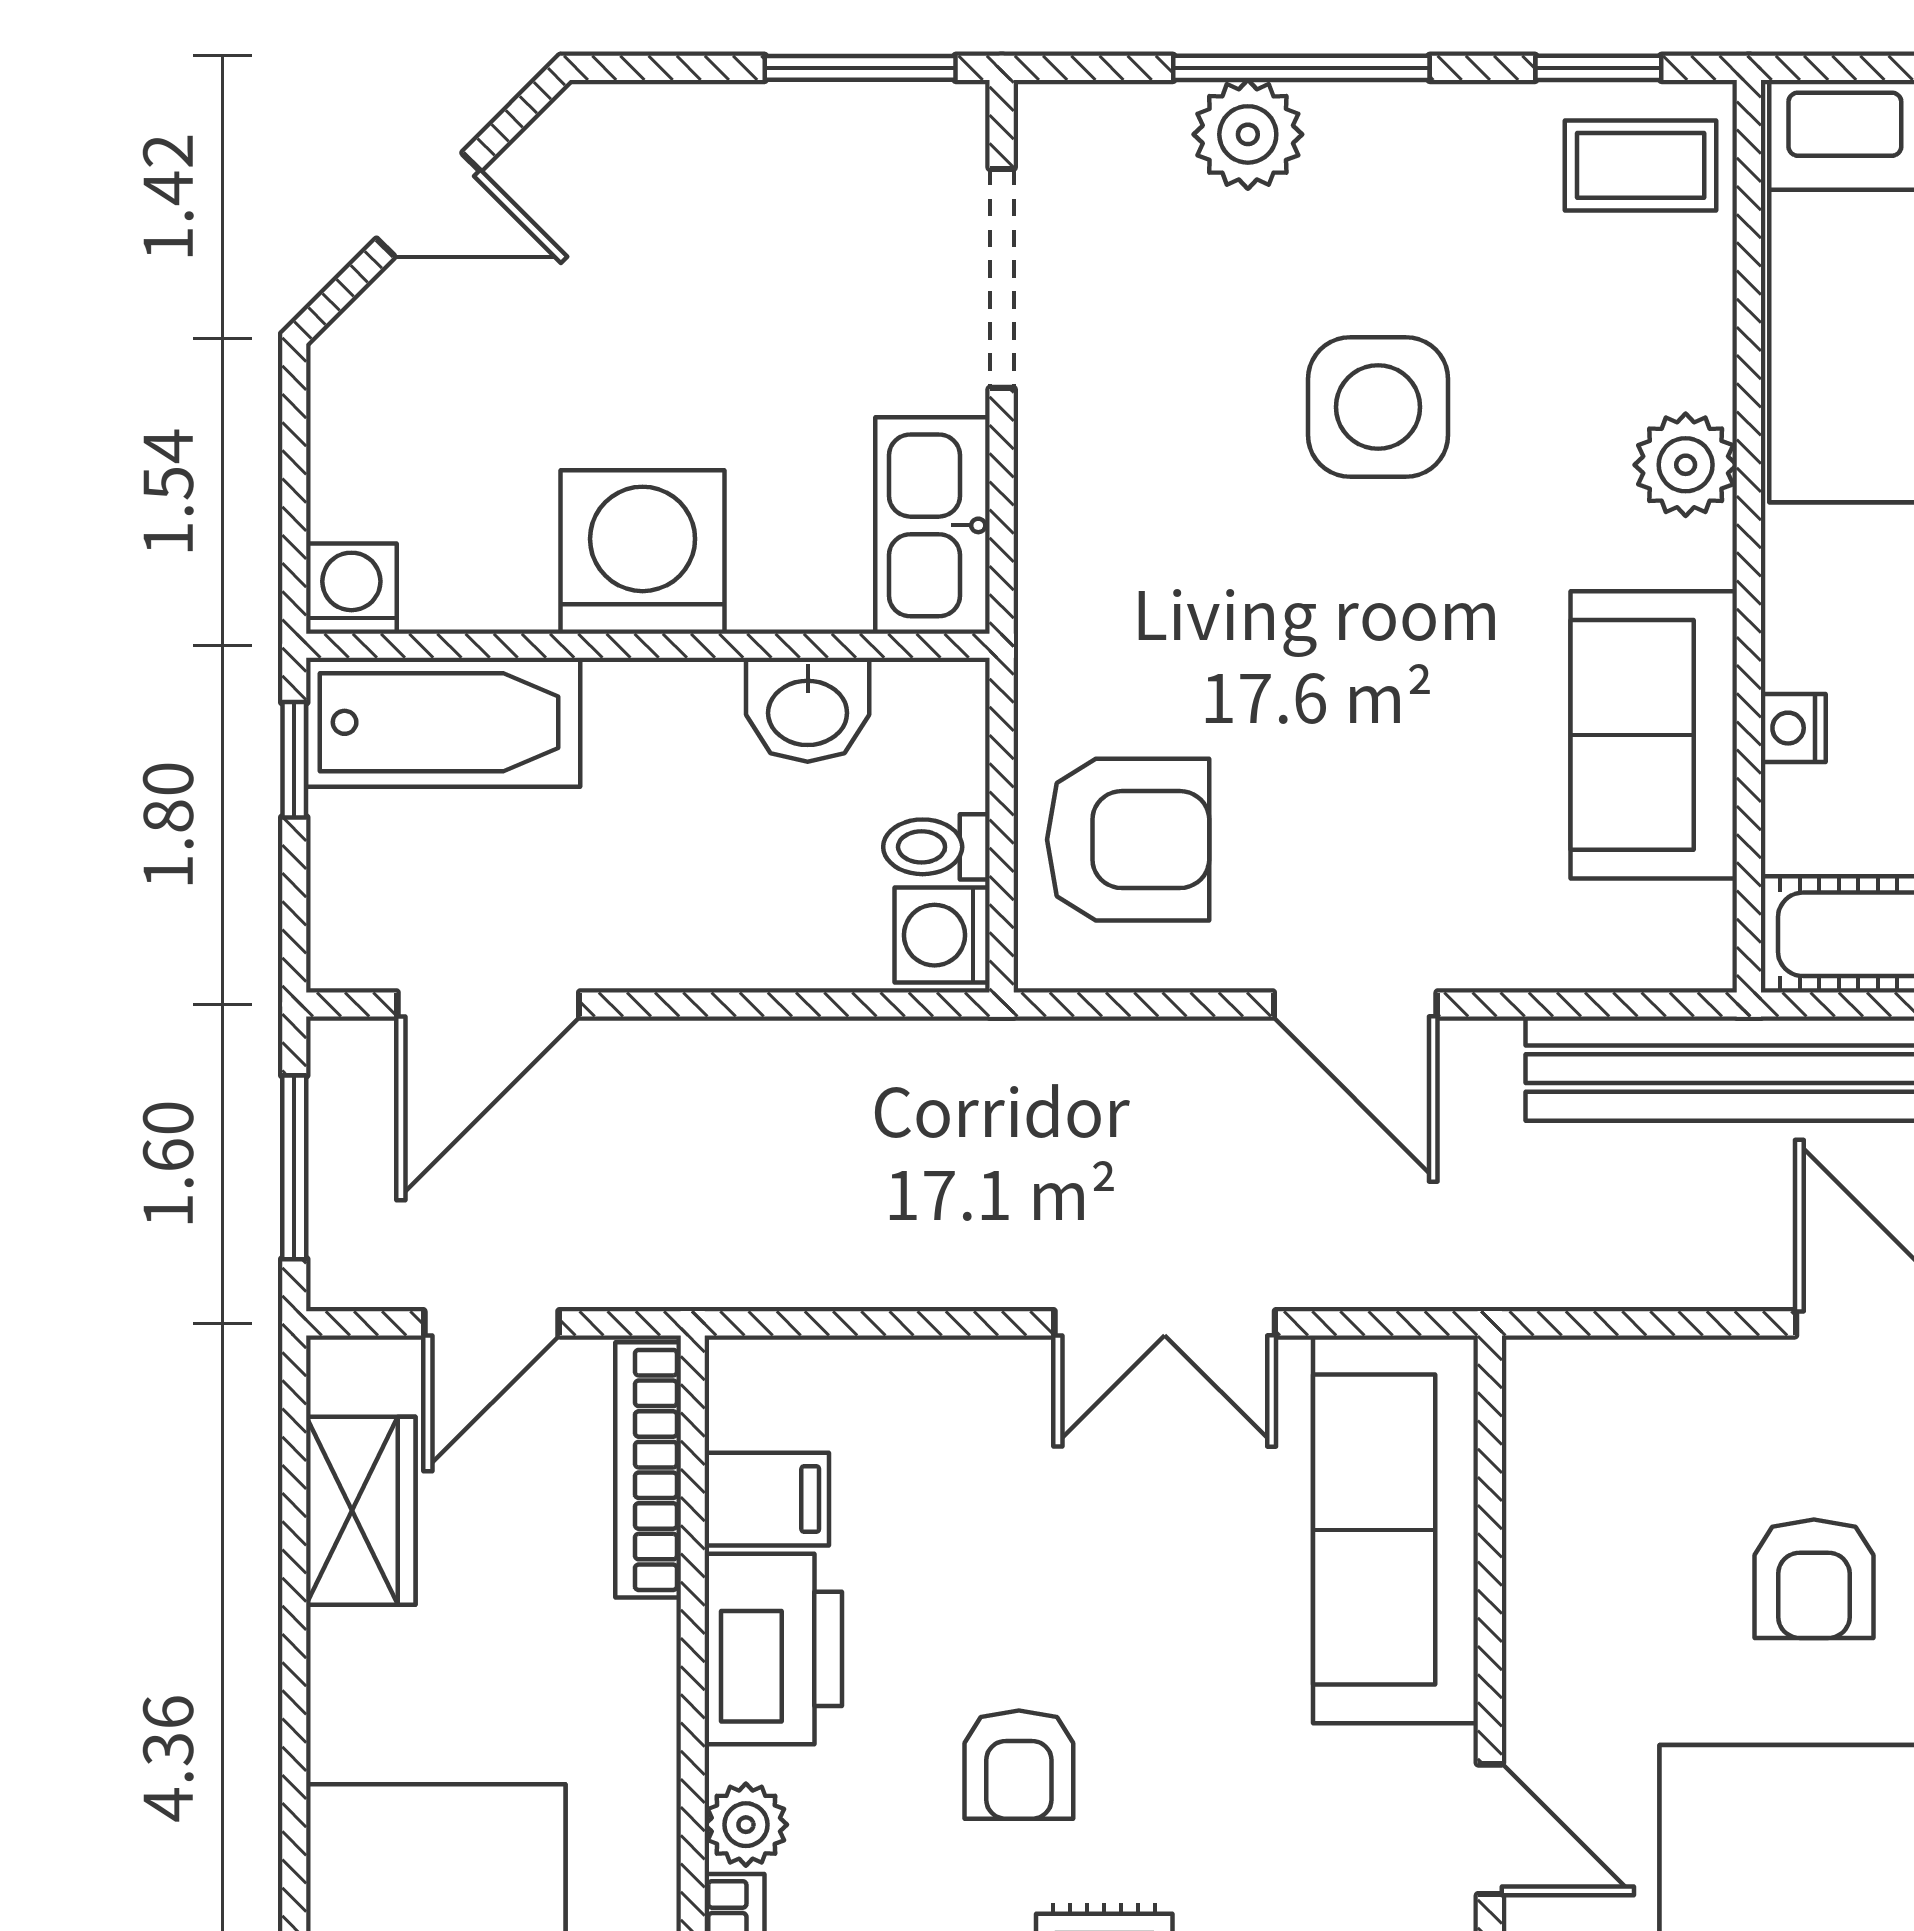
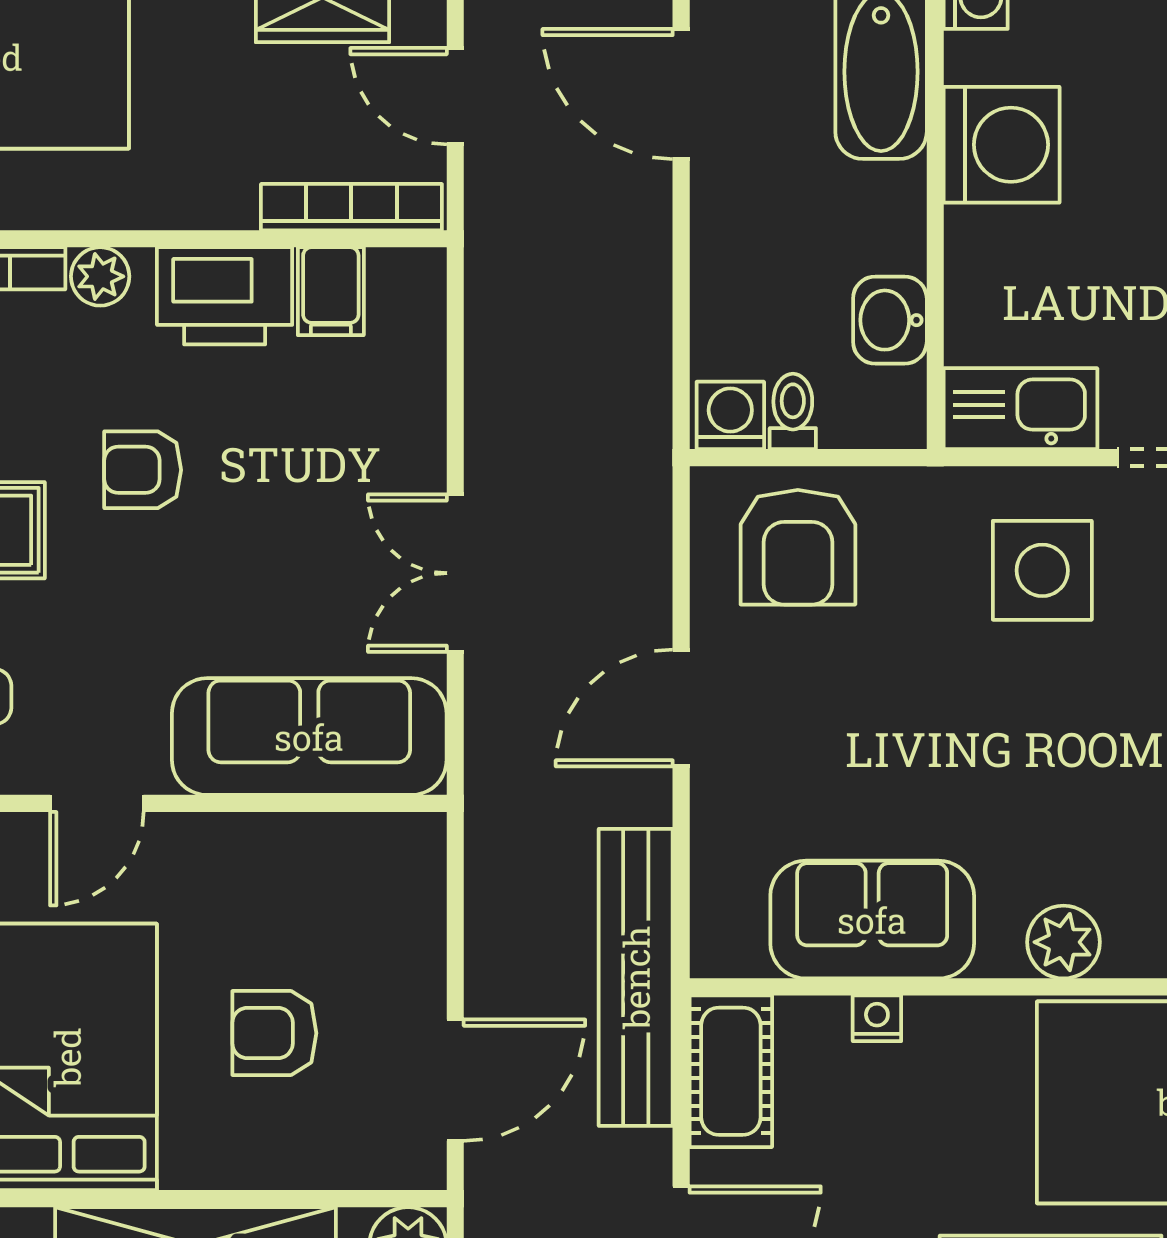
side table: (1378, 407) -> (1042, 570), moved
washing machine: (643, 552) -> (1002, 145), moved

